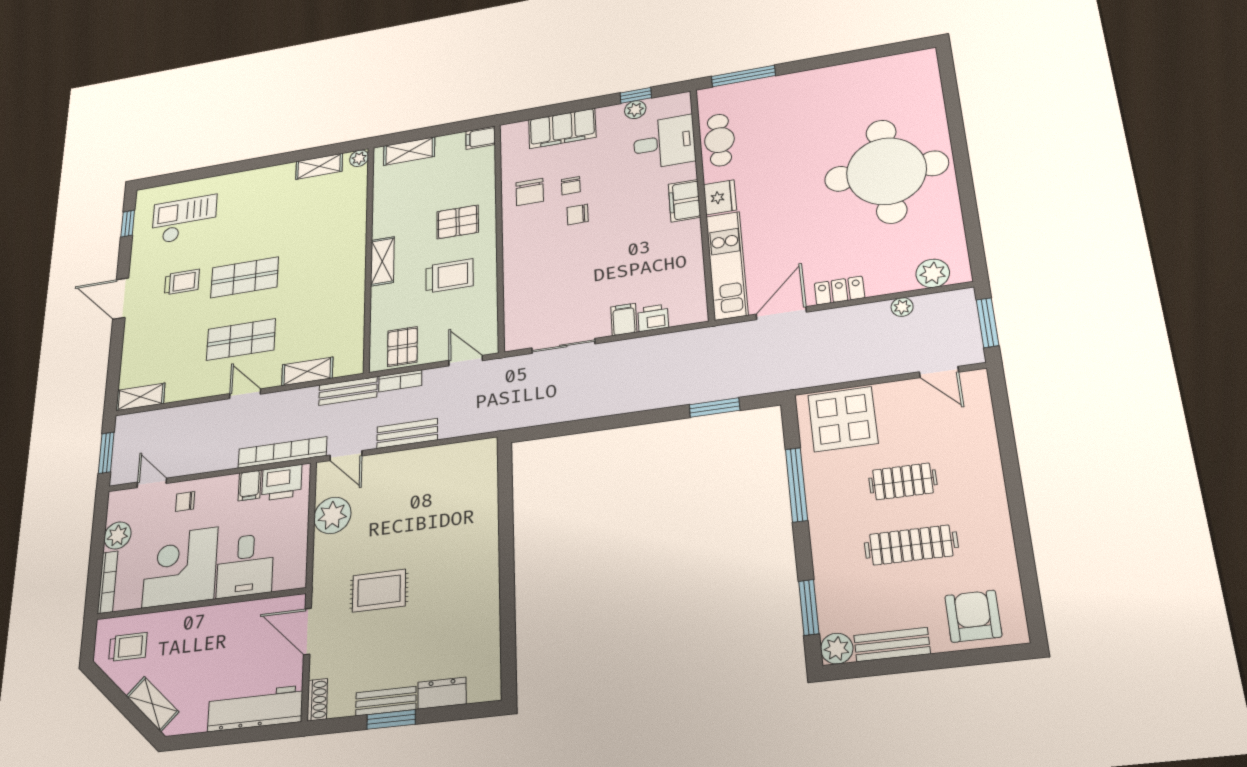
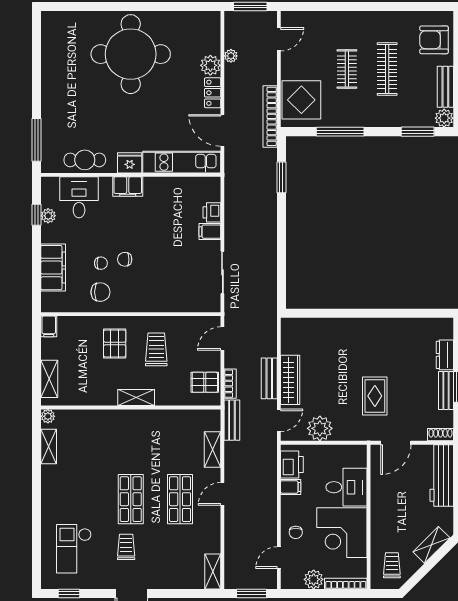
chair: (578, 215) -> (125, 259), turned 90
plant: (933, 273) -> (210, 65), moved
bookcase: (282, 452) -> (270, 116), moved
wardrobe: (405, 463) -> (290, 380), added

